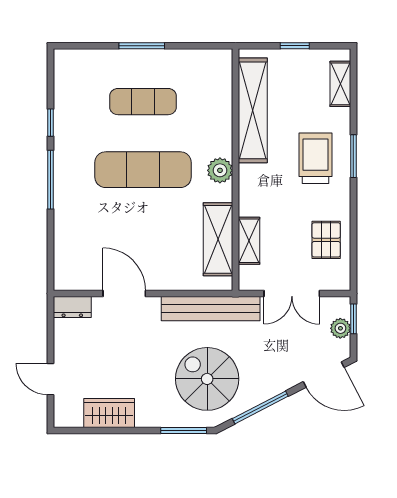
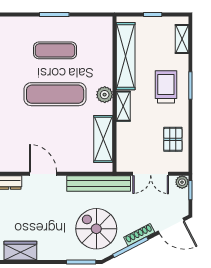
shelving: (249, 241) -> (123, 106), moved
plant: (340, 328) -> (182, 182), moved
shoe rack: (274, 388) -> (139, 235), added
wardrobe: (109, 413) -> (20, 251), moved

